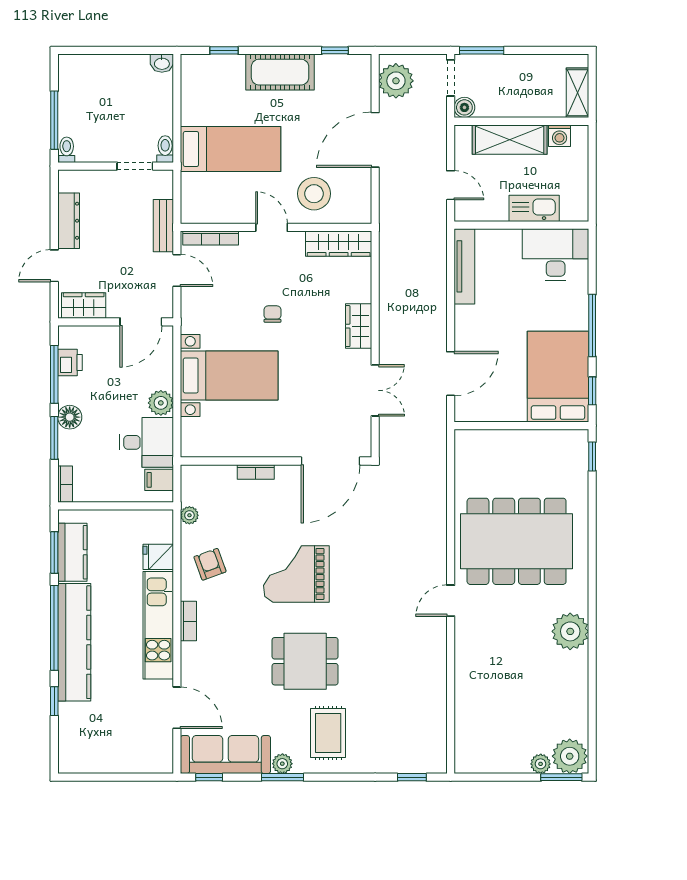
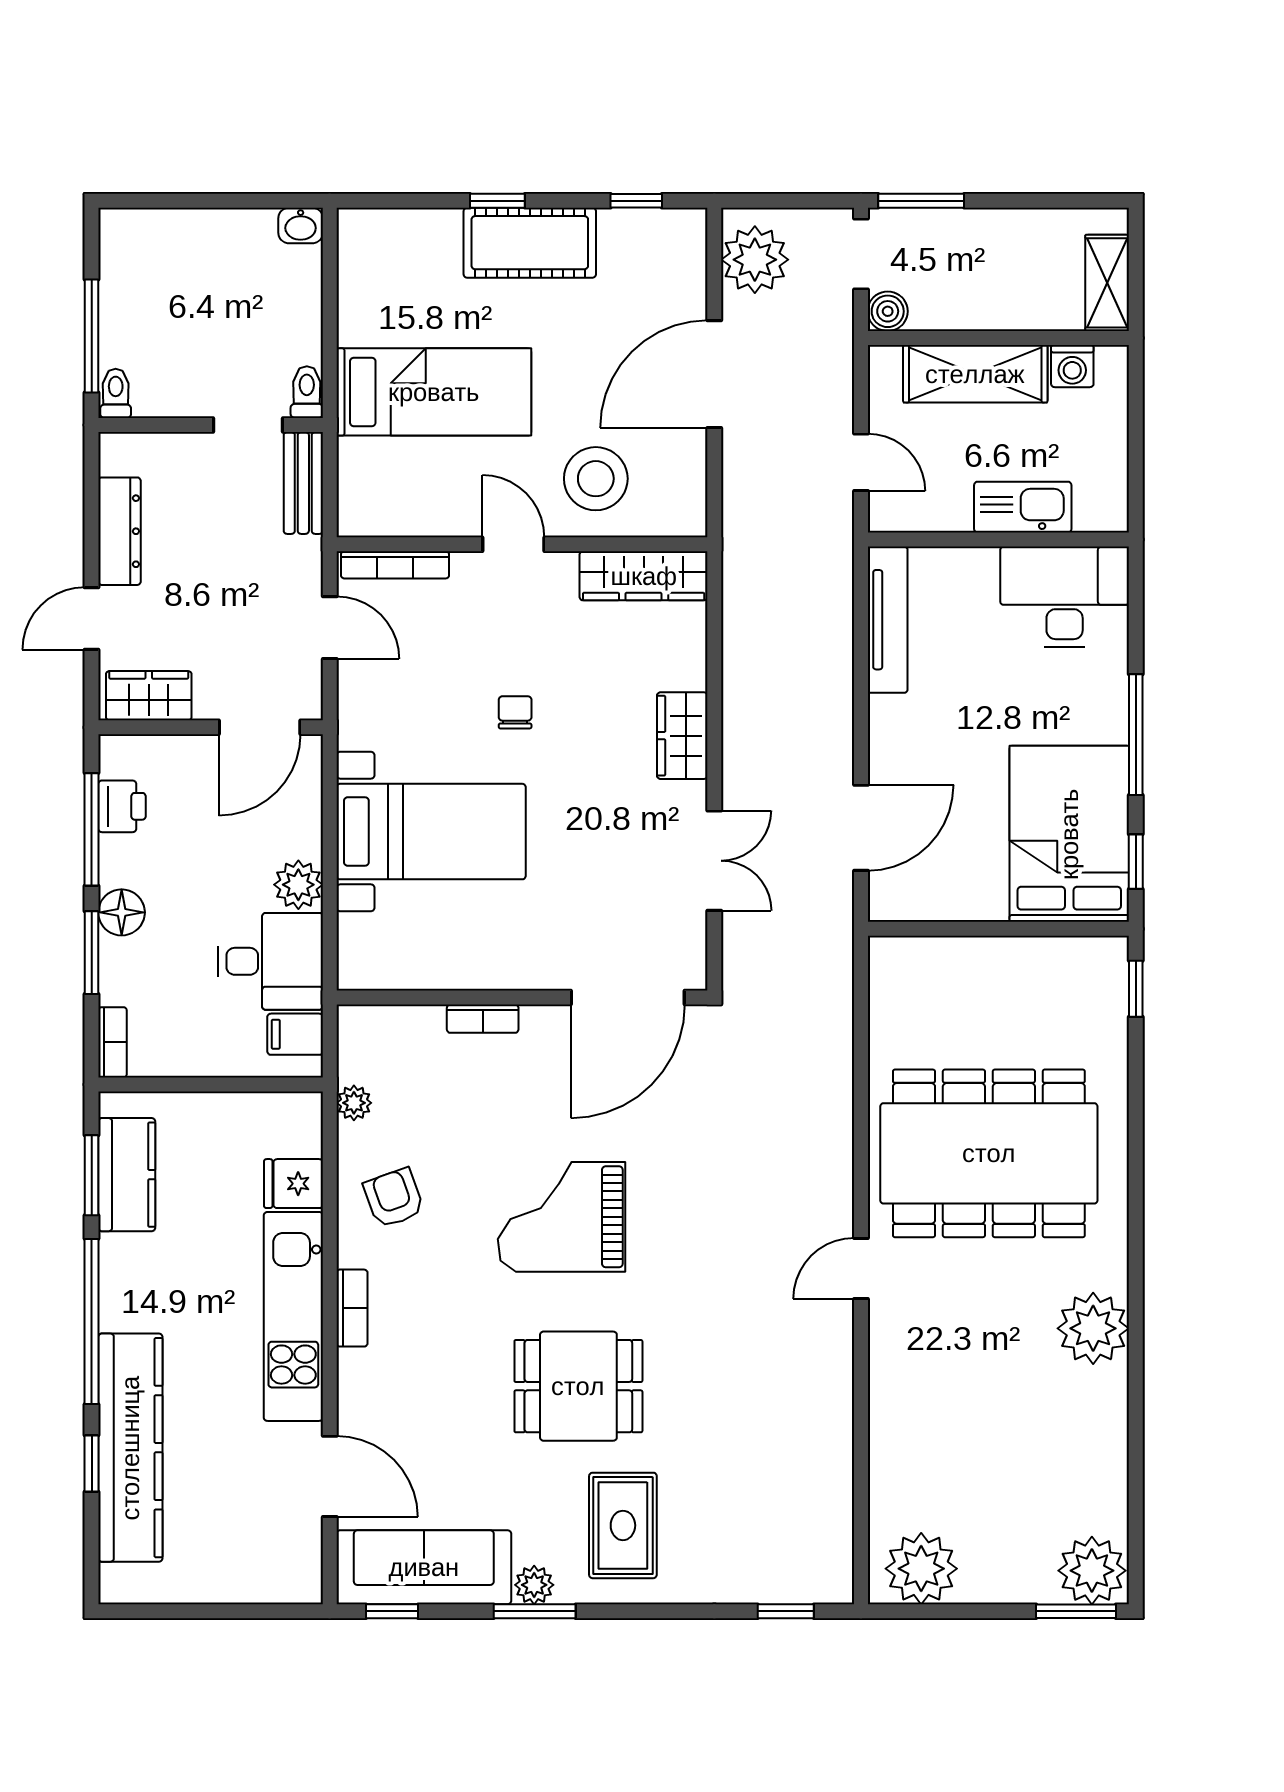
window: (224, 50) -> (497, 201), moved
bench: (163, 226) -> (303, 483), moved
kitchen counter: (74, 642) -> (130, 1448), moved
plant: (541, 764) -> (921, 1569), moved, width x1.87, depth x1.87

